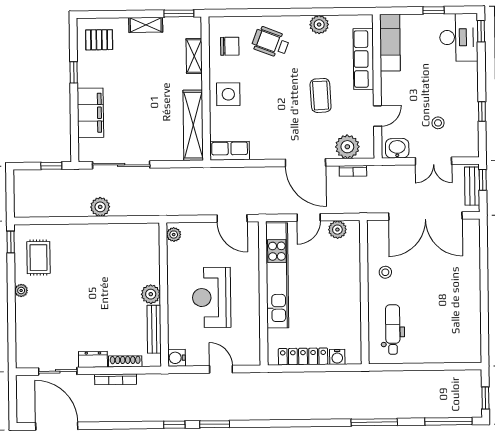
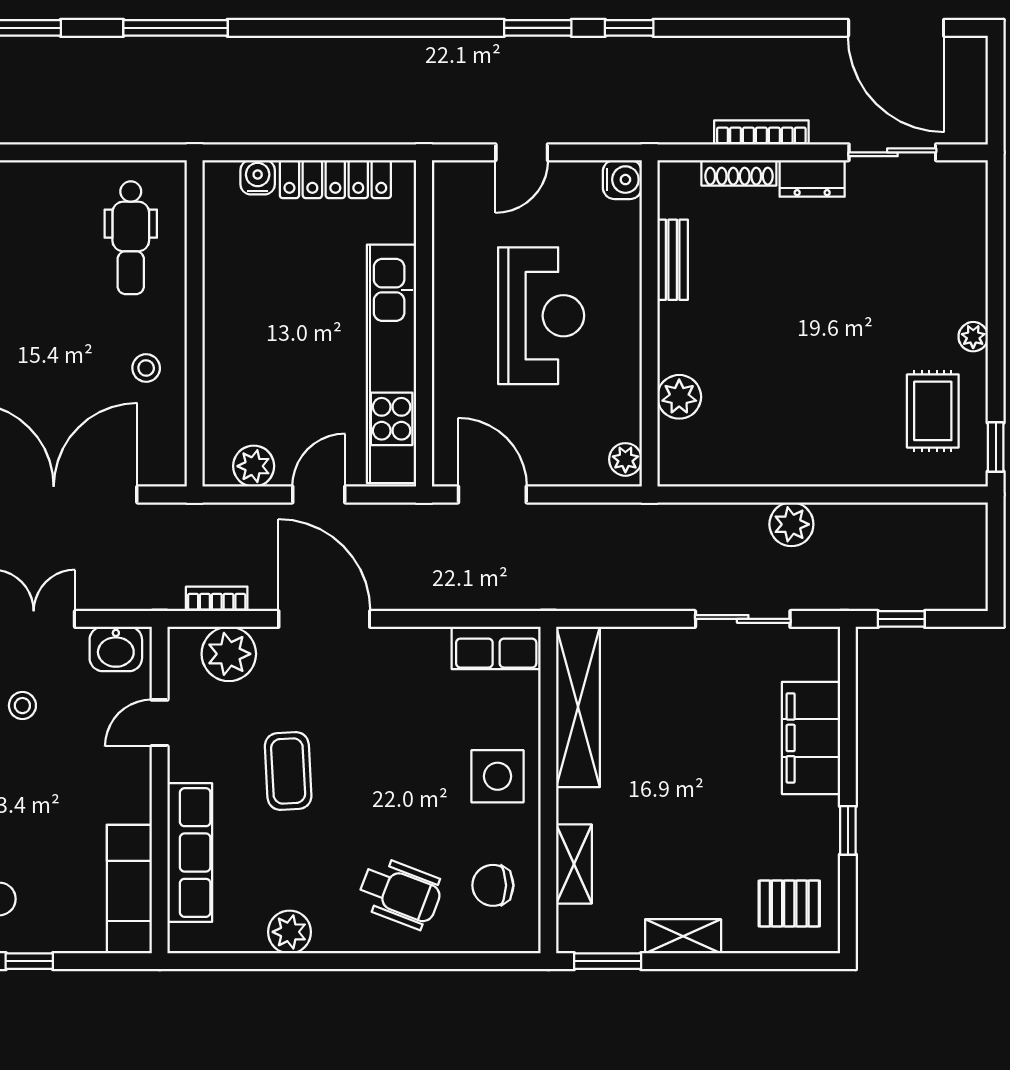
sliding door: (121, 165) -> (743, 619), width x0.73
plant: (151, 294) -> (679, 397), moved
bench: (154, 329) -> (673, 260), width x0.73
door: (221, 369) -> (522, 152), hinge flipped

